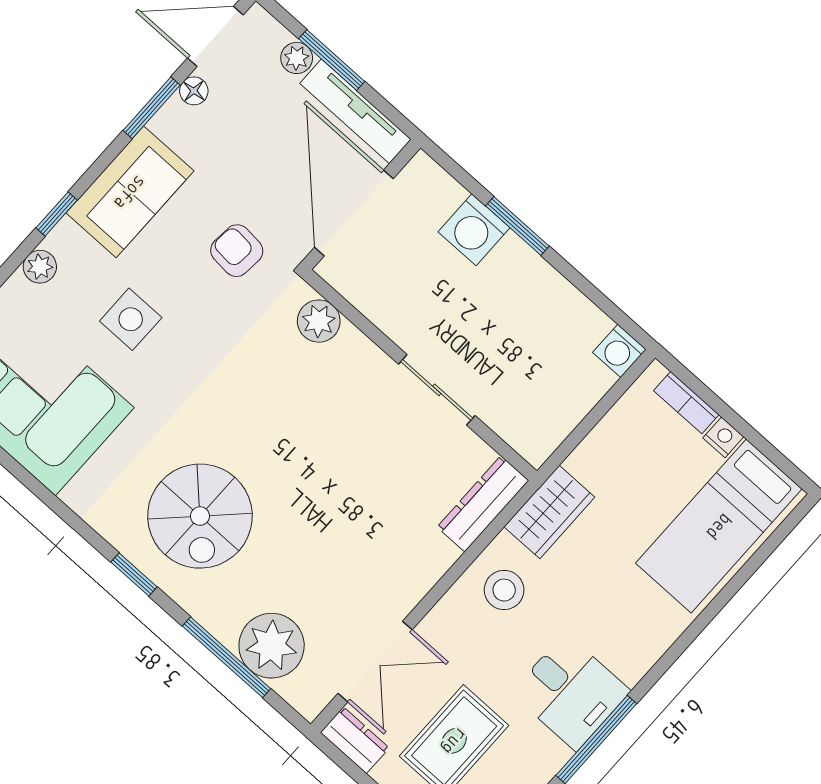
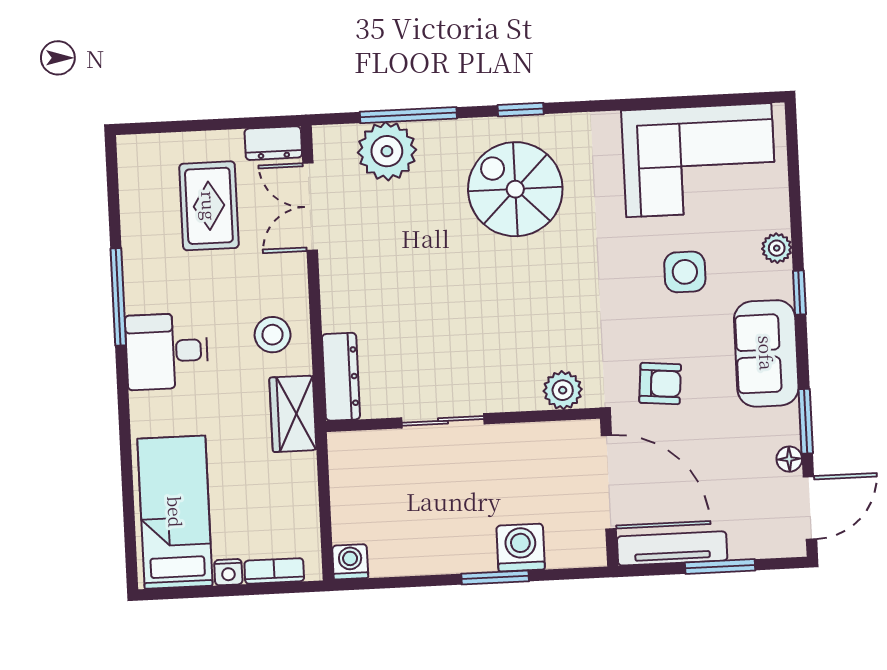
plant: (297, 58) -> (744, 545), removed
desk: (571, 692) -> (167, 351), moved

